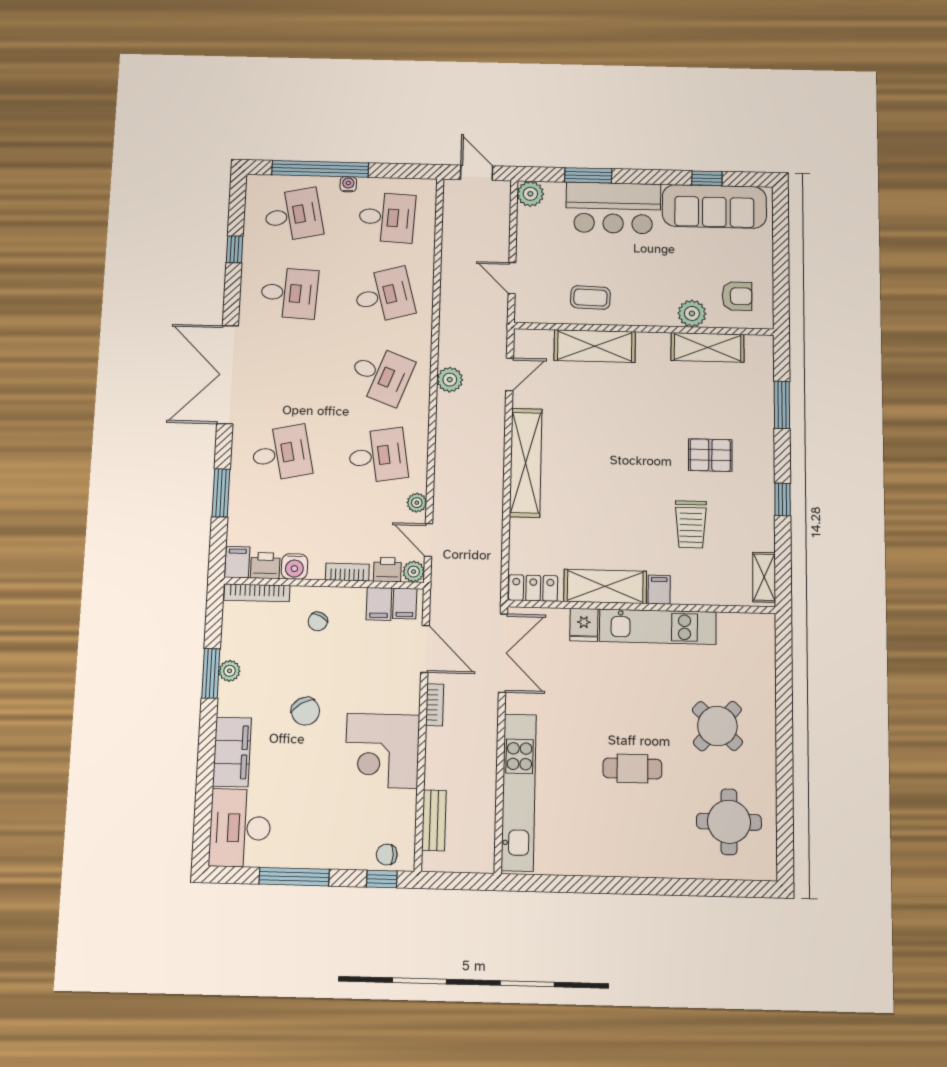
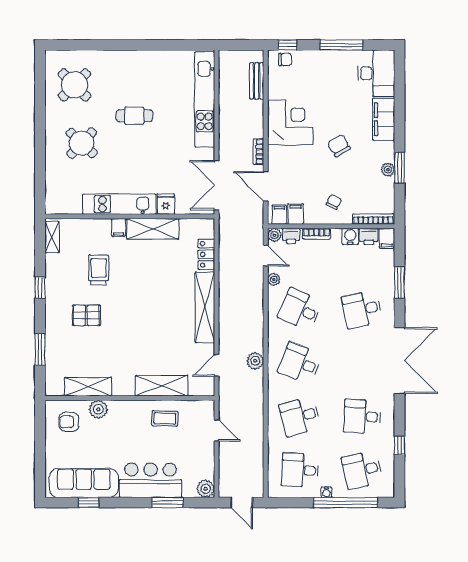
desk: (378, 456) -> (300, 309), turned 33
locker: (533, 588) -> (206, 254), moved, turned 90
round table: (729, 822) -> (74, 85), turned 45

